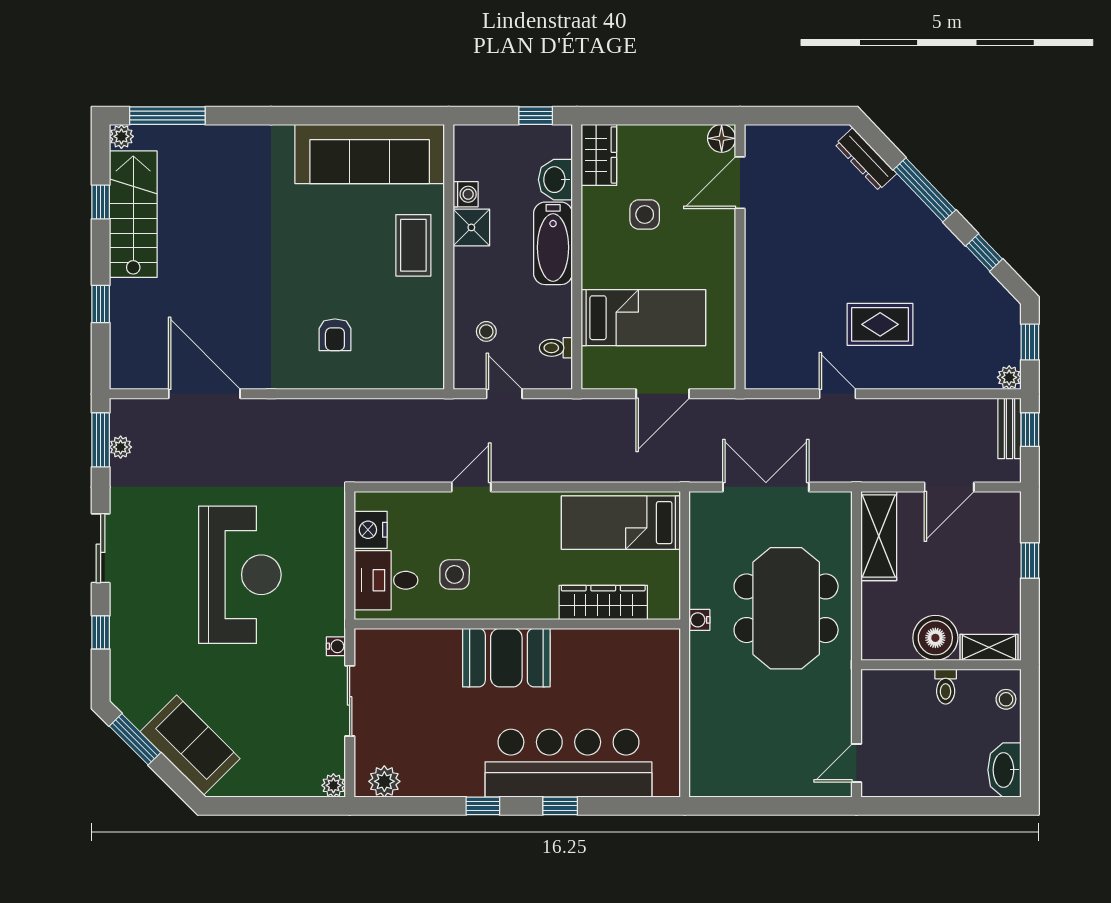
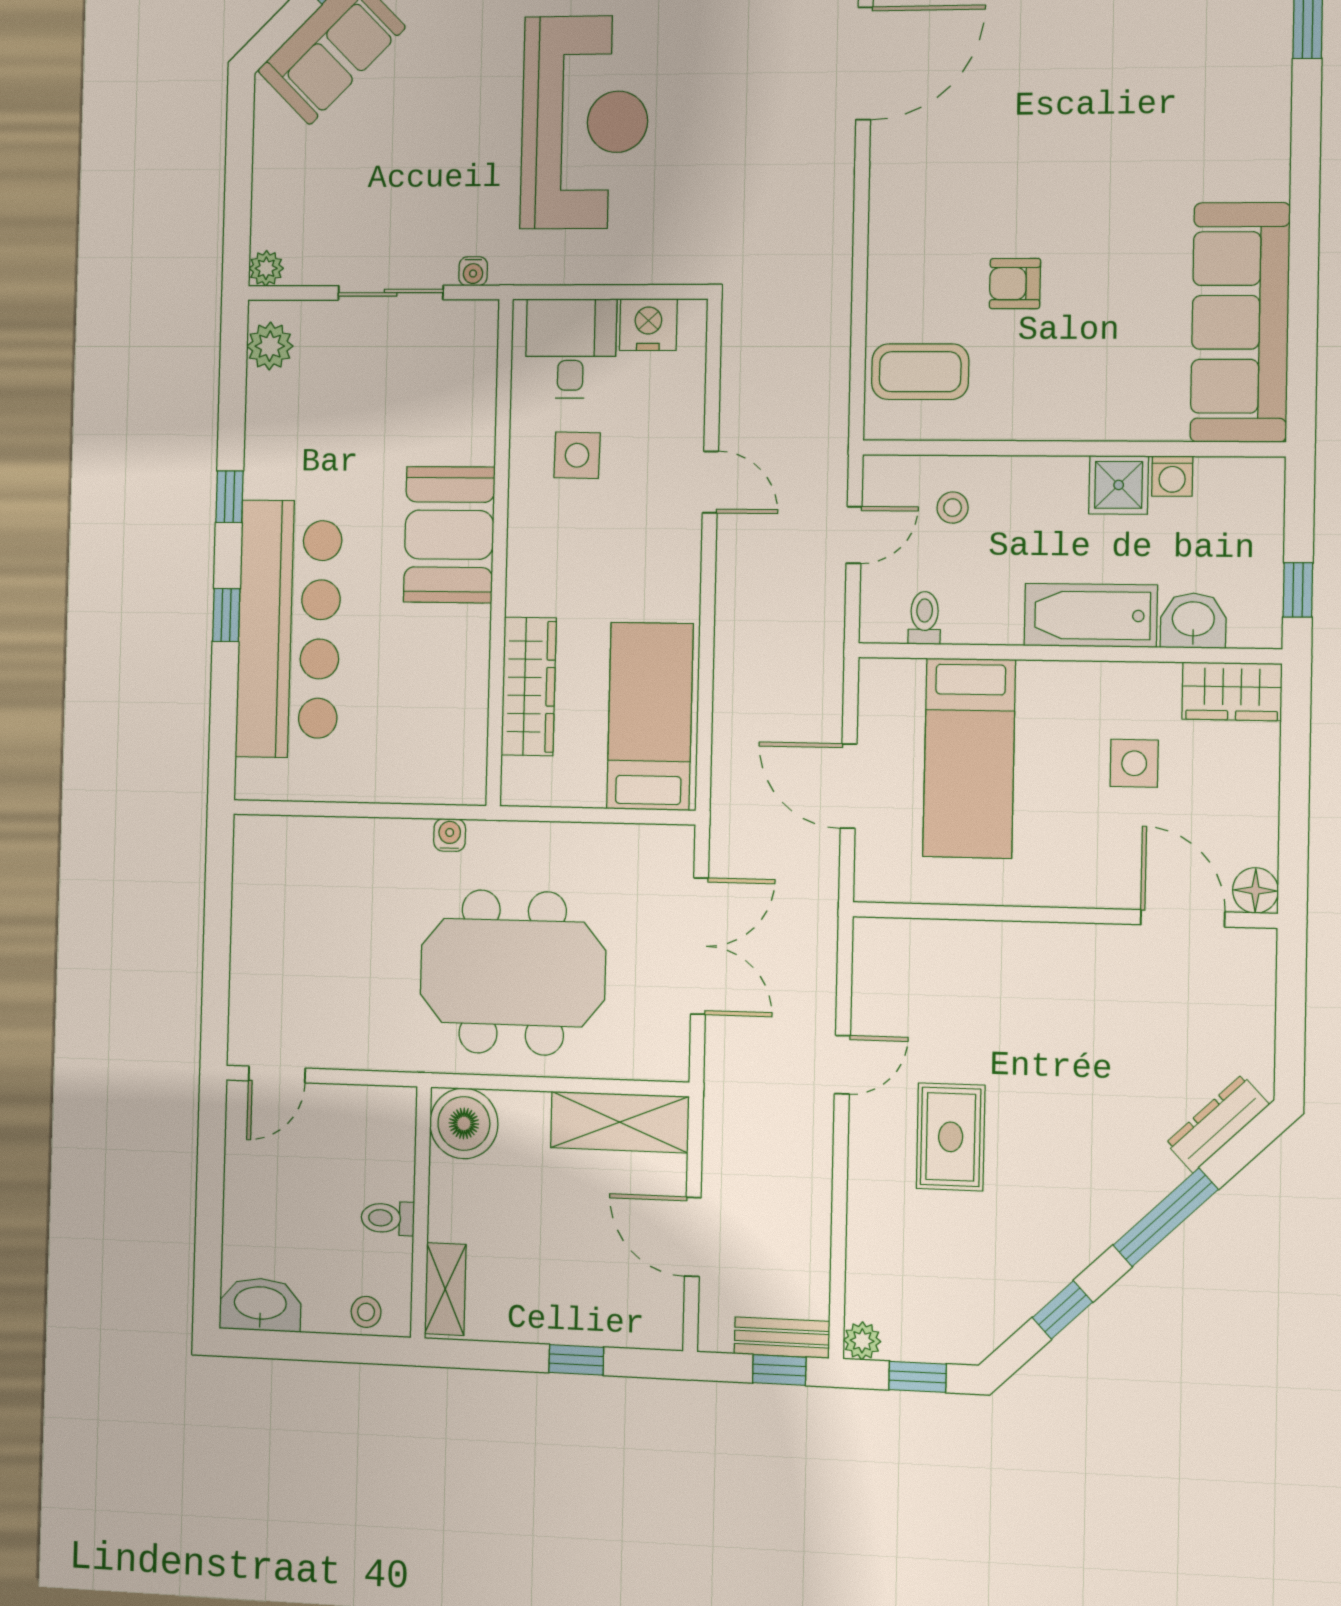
coffee table: (413, 245) -> (920, 372), moved
armchair: (335, 335) -> (1015, 284), moved
reception desk: (240, 575) -> (585, 122), turned -90
water cooler: (699, 620) -> (450, 835), moved
boiler: (935, 638) -> (464, 1123), moved
door: (856, 763) -> (277, 1075), swing flipped

